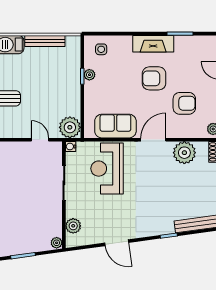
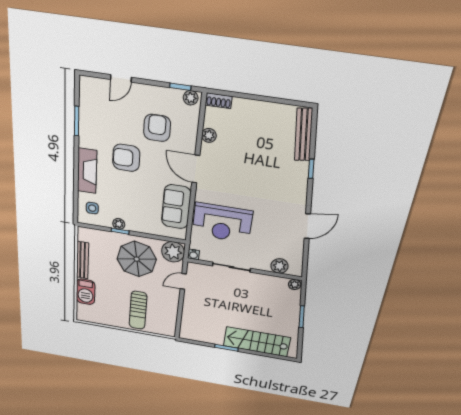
fireplace: (153, 44) -> (87, 171), moved
armchair: (154, 78) -> (126, 158), turned 90
parasol: (56, 94) -> (137, 259), added
plant: (184, 153) -> (209, 135), width x0.53, depth x0.53

